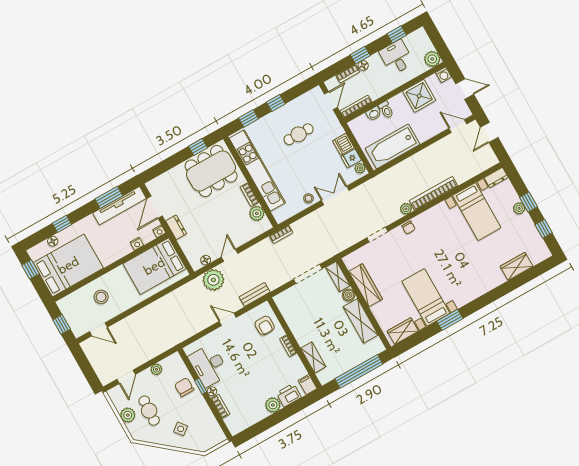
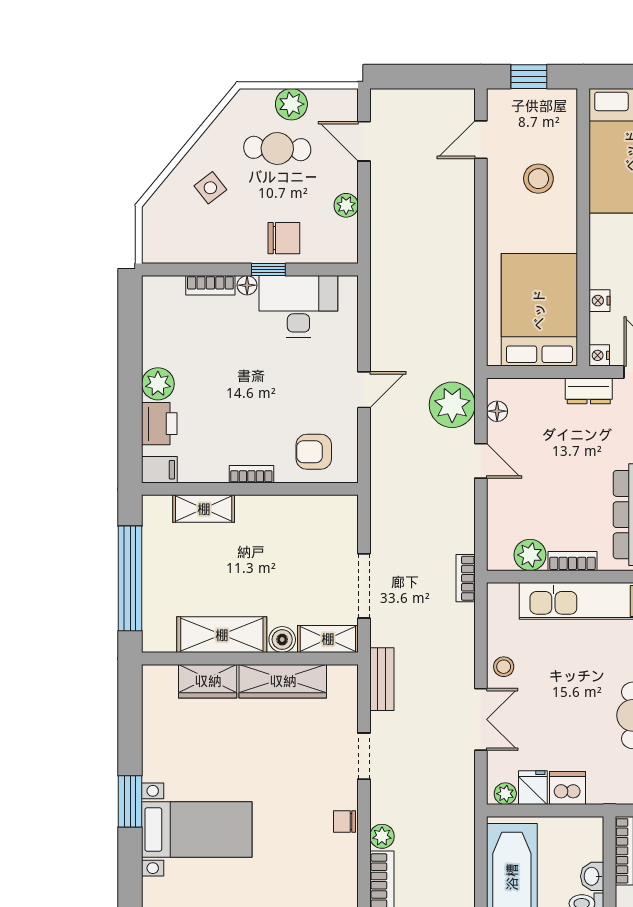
bench: (255, 294) -> (382, 679), moved
bed with nightstands: (426, 297) -> (197, 830), moved
wardrobe: (403, 331) -> (208, 681), moved, turned 90

